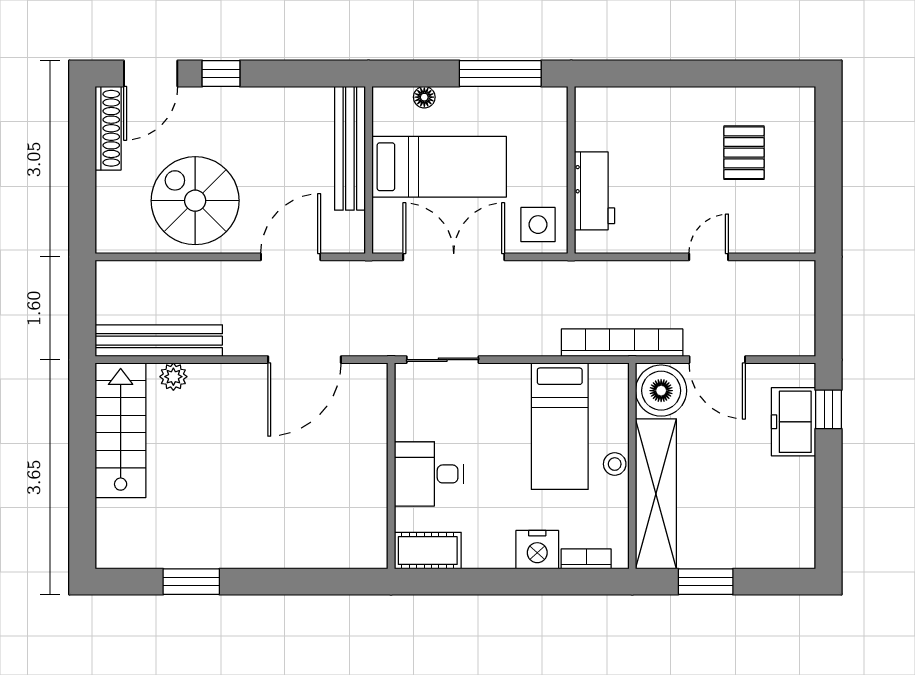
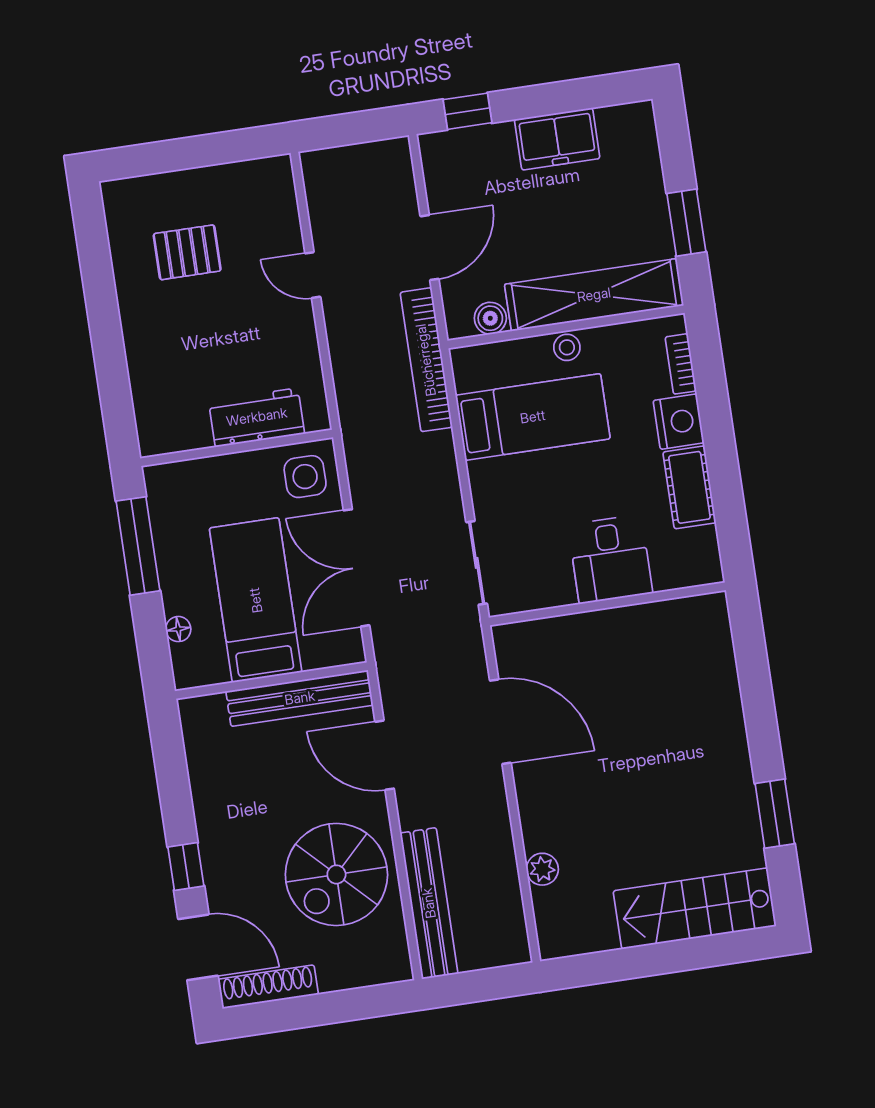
bench: (350, 148) -> (300, 698), moved
bench: (159, 341) -> (429, 903), moved
boiler: (661, 391) -> (490, 318), width x0.54, depth x0.54
freezer: (793, 422) -> (557, 139), moved
stairs: (121, 430) -> (695, 908), moved
cot: (428, 551) -> (689, 487), moved

